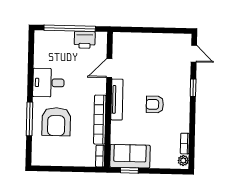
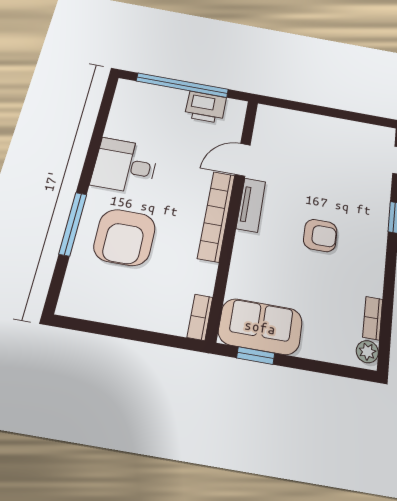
tv unit: (117, 100) -> (251, 205), width x0.71
armchair: (155, 104) -> (320, 235), turned 180
bookcase: (100, 120) -> (216, 216), moved

